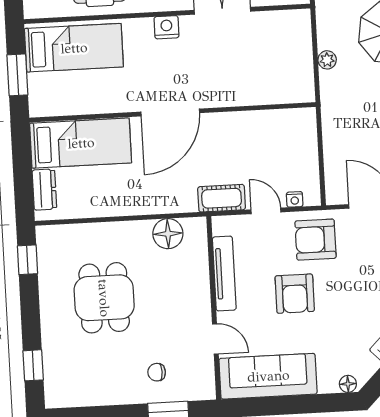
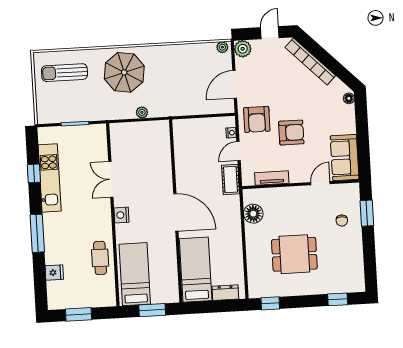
tv unit: (224, 274) -> (272, 178), width x0.71
sofa: (268, 376) -> (345, 158), width x0.73

